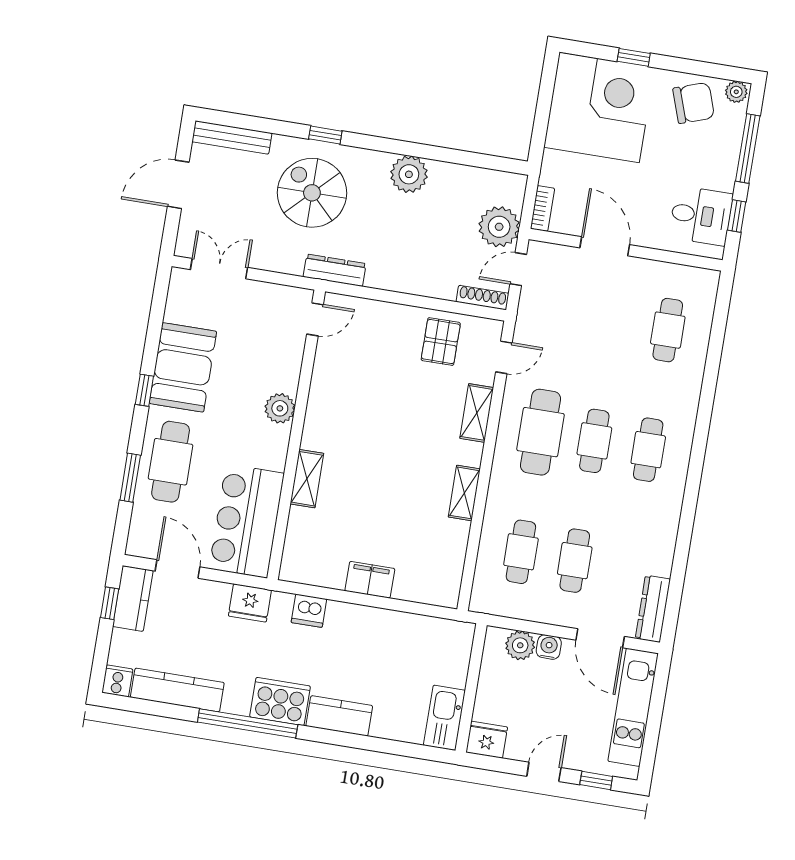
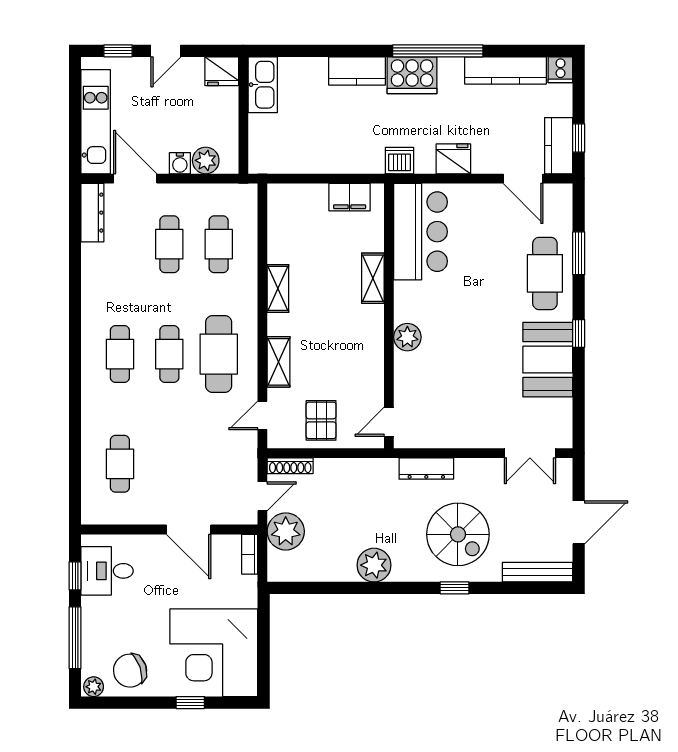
door: (315, 319) -> (389, 422), moved
plant: (280, 408) -> (407, 337), moved
wall: (296, 435) -> (389, 316), moved
shelving: (307, 479) -> (373, 278), moved
bar counter: (247, 521) -> (421, 232), moved

